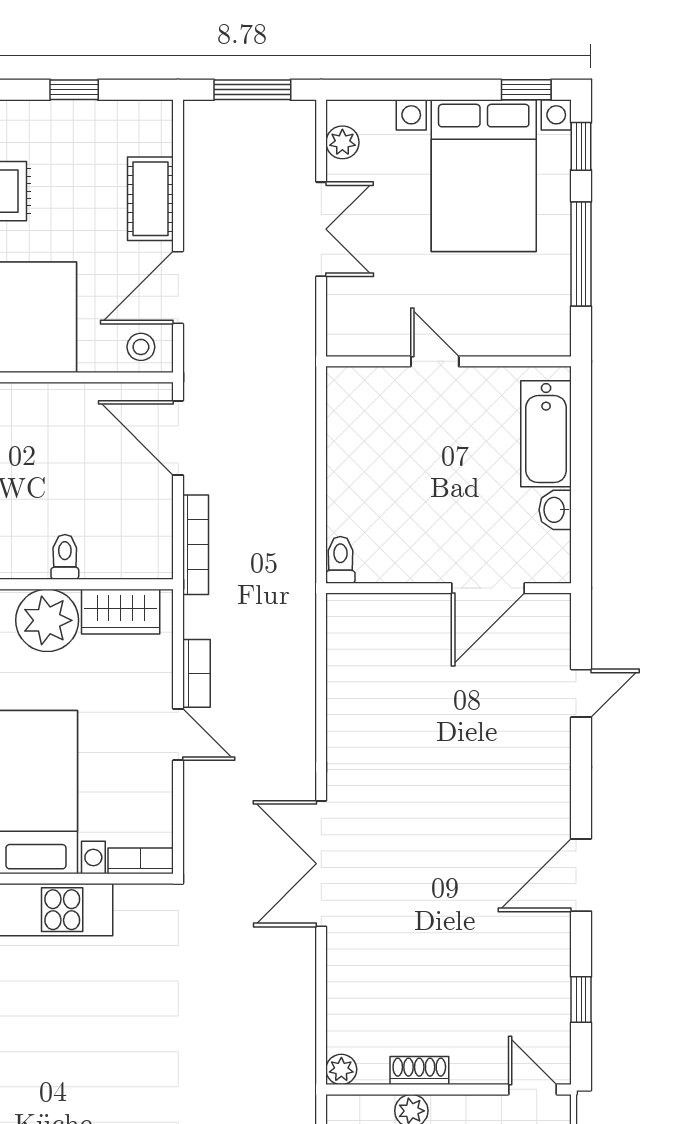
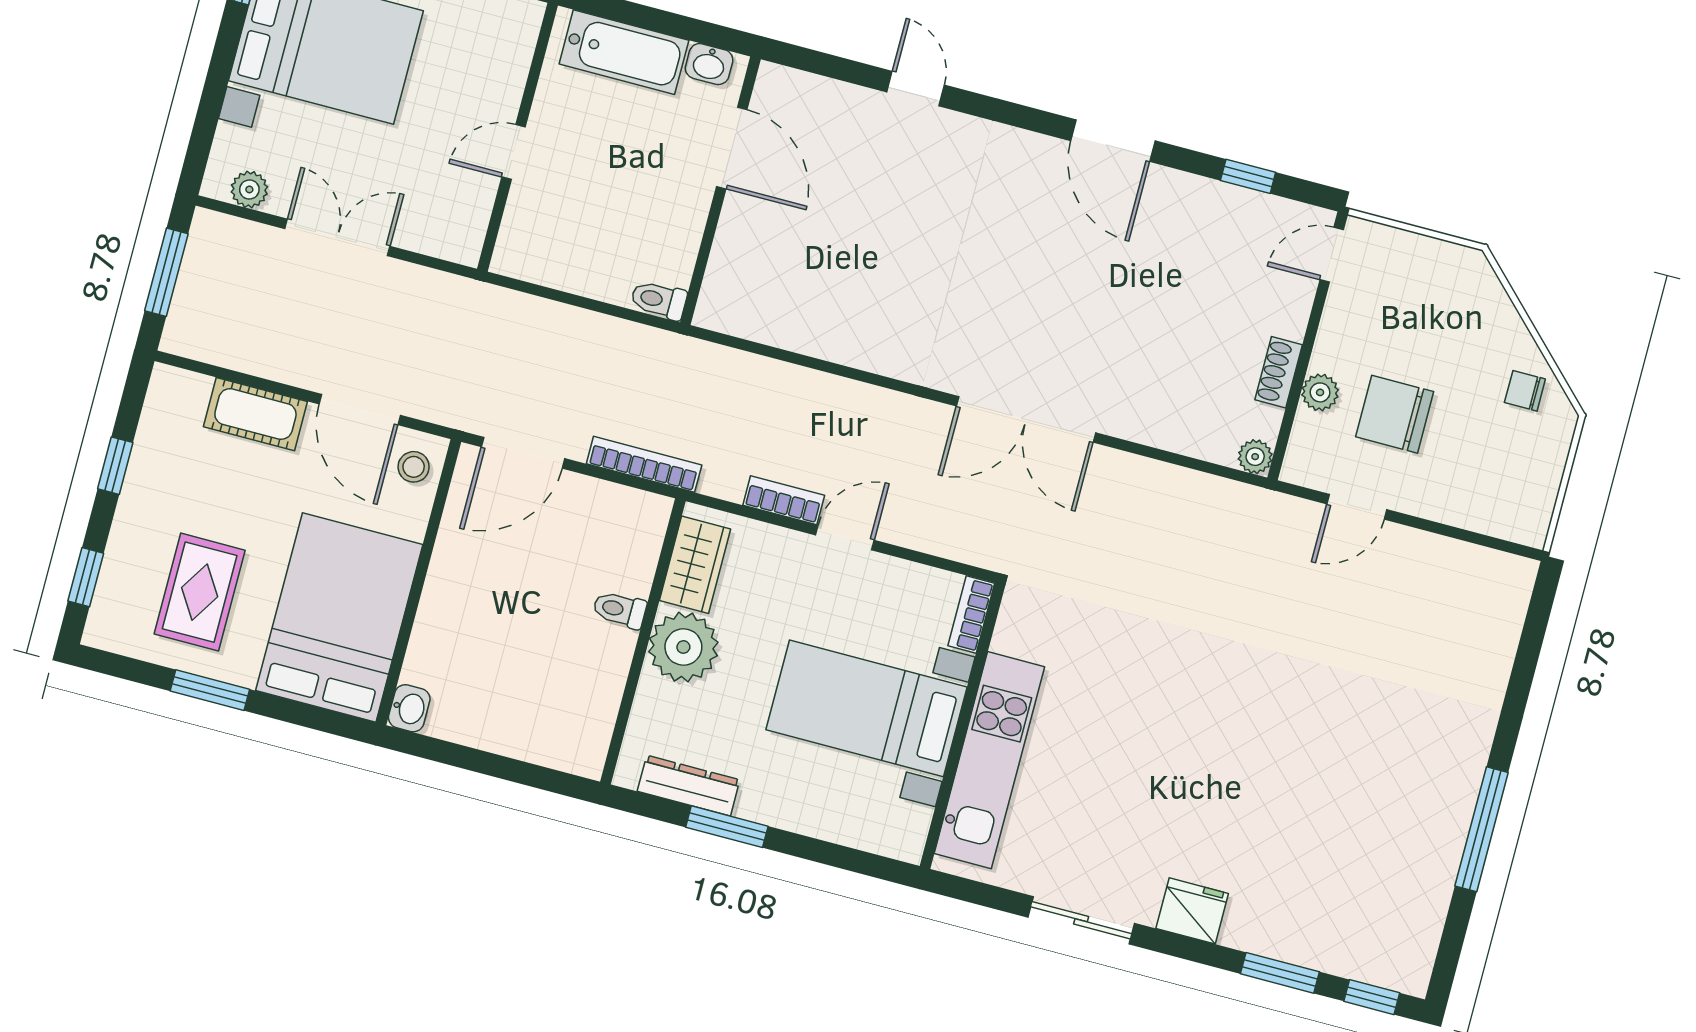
toilet: (340, 560) -> (659, 300), moved
wall: (449, 588) -> (720, 191), moved
door: (488, 588) -> (732, 148), moved

